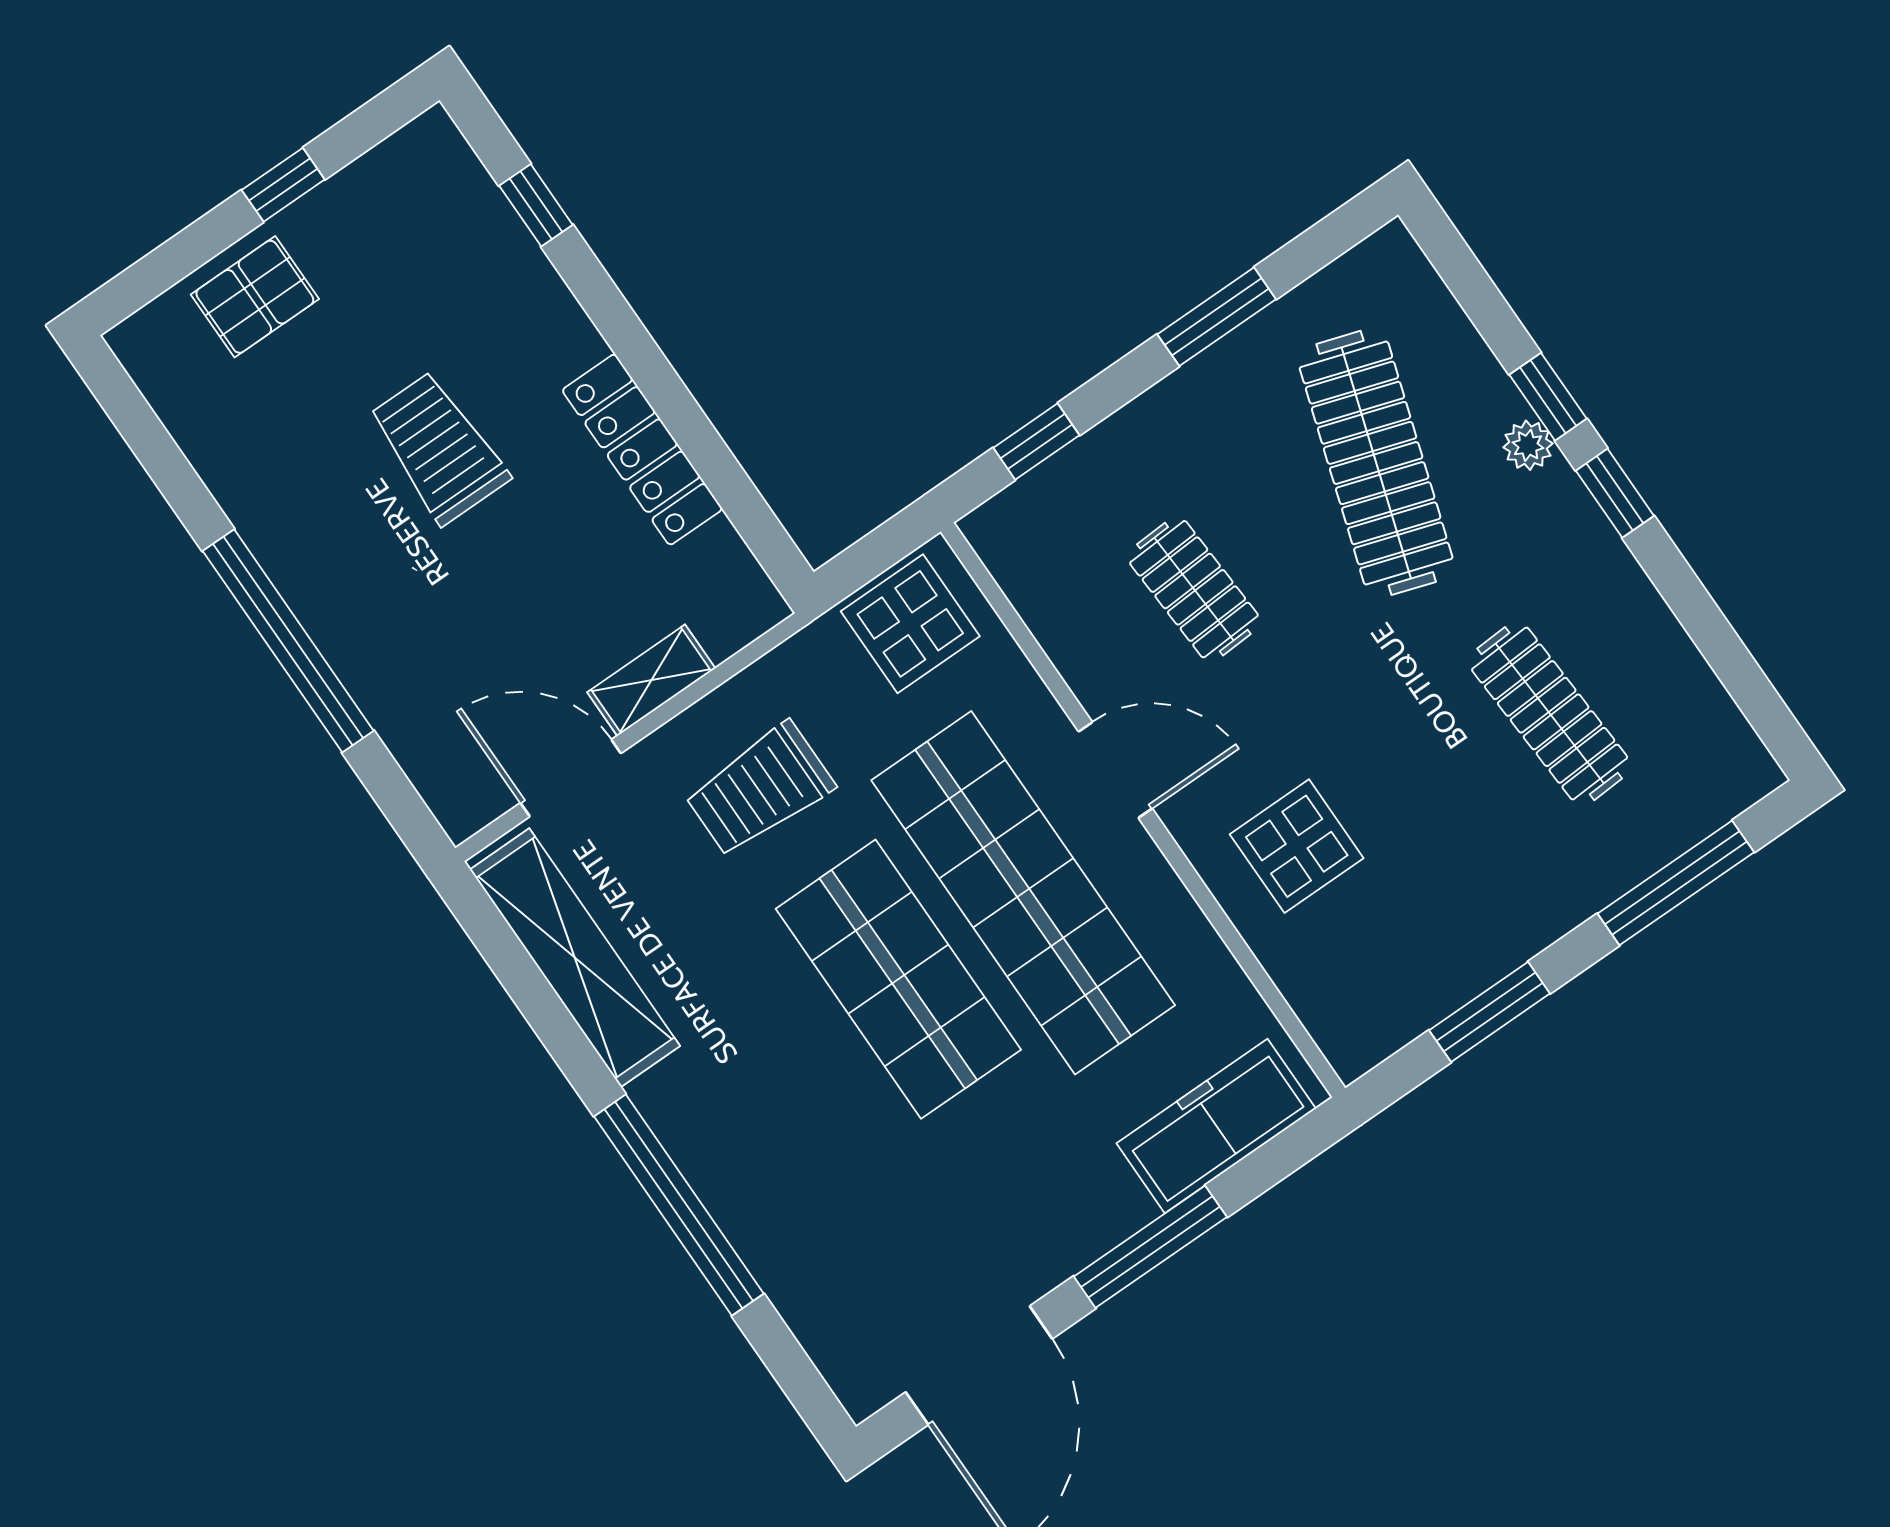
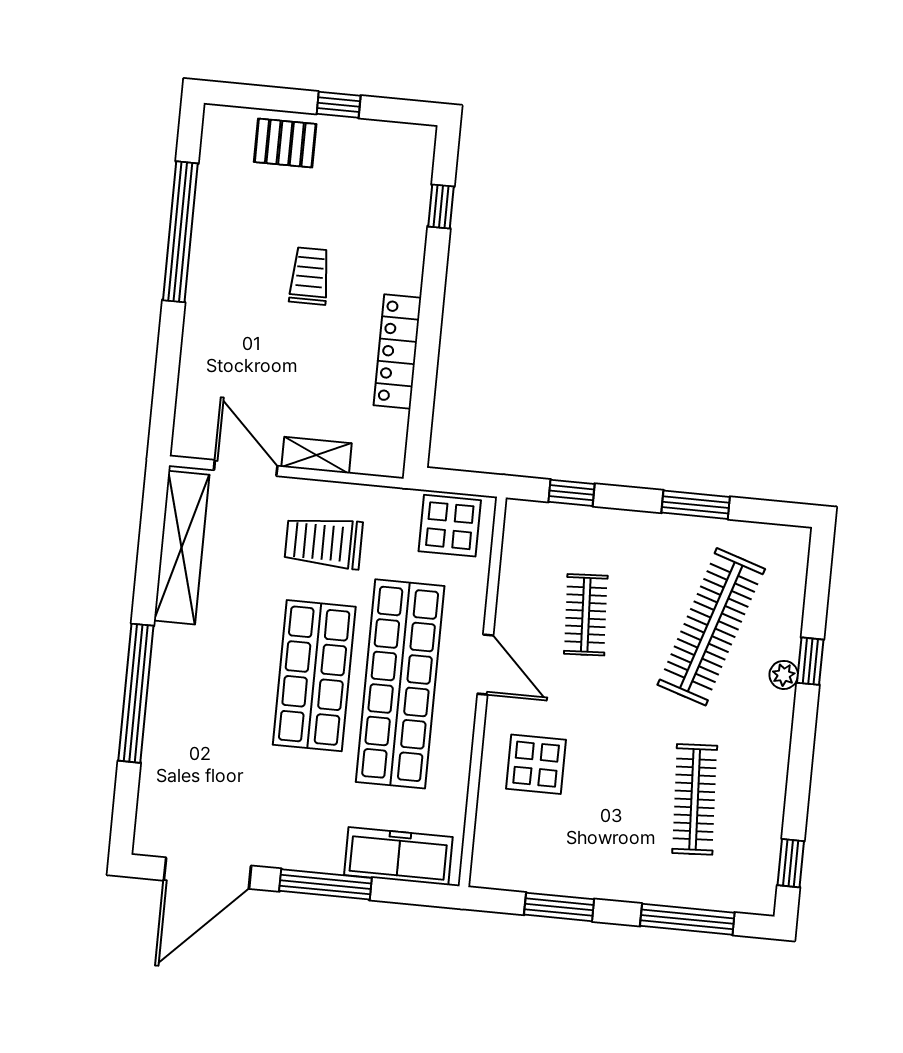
trolley: (439, 448) -> (310, 276), width x0.73, depth x0.72
window: (1615, 493) -> (791, 863), moved
window: (288, 641) -> (180, 232), moved

